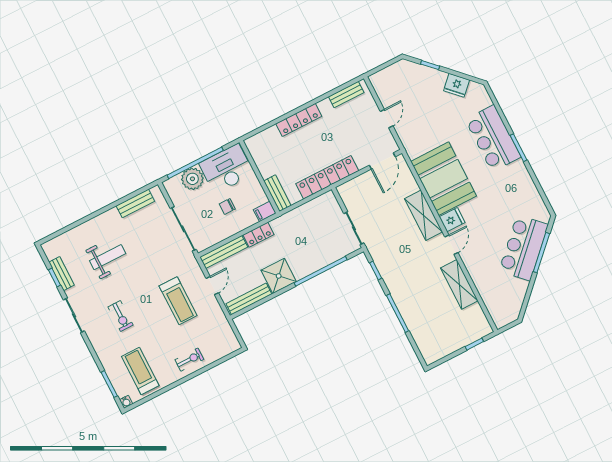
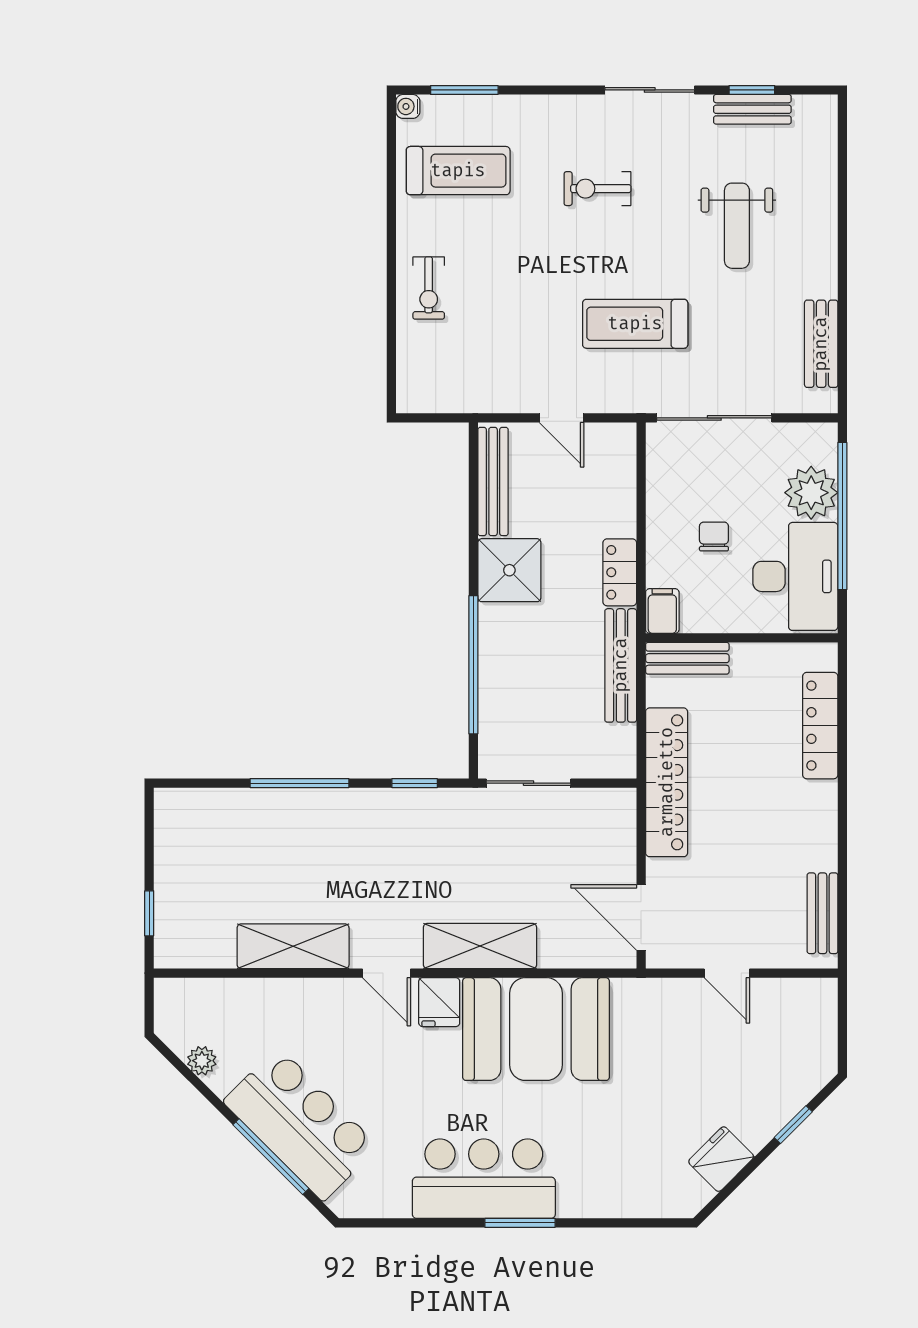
locker: (299, 120) -> (820, 726), moved
bar counter: (493, 138) -> (484, 1179), moved
bench: (224, 252) -> (621, 665), moved
plant: (519, 296) -> (202, 1061), added
treadmill: (178, 301) -> (635, 324), moved

